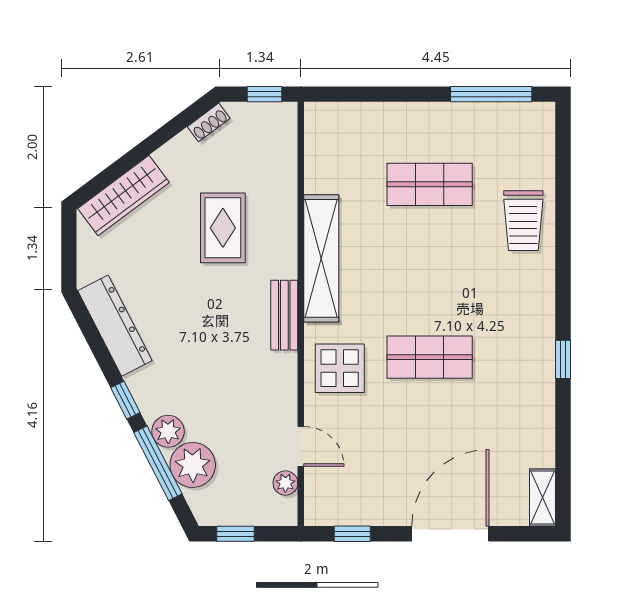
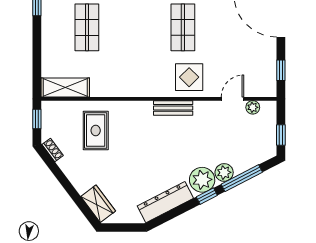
wardrobe: (124, 196) -> (98, 204), width x0.67
rug: (223, 228) -> (96, 130), moved, turned 90
shelving: (321, 258) -> (65, 88), moved, width x0.68
bench: (284, 315) -> (173, 108), moved
plant: (193, 465) -> (202, 180), moved

